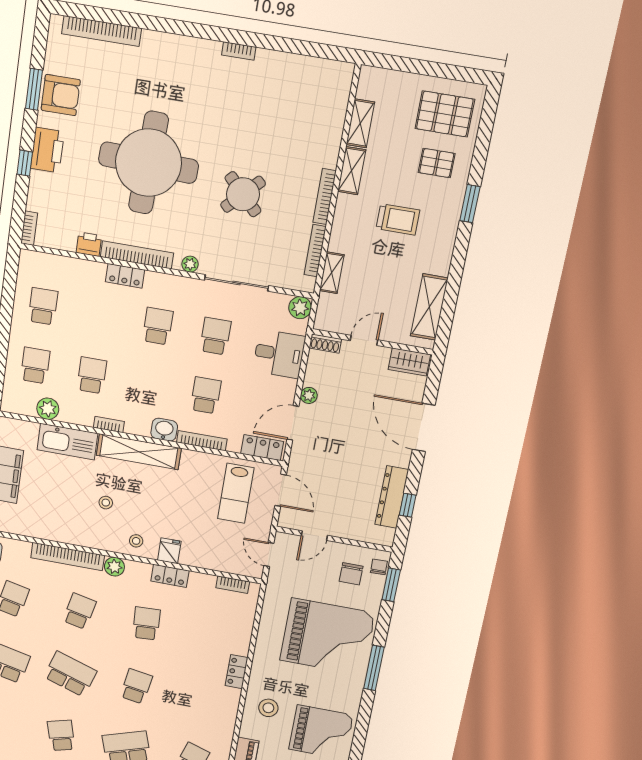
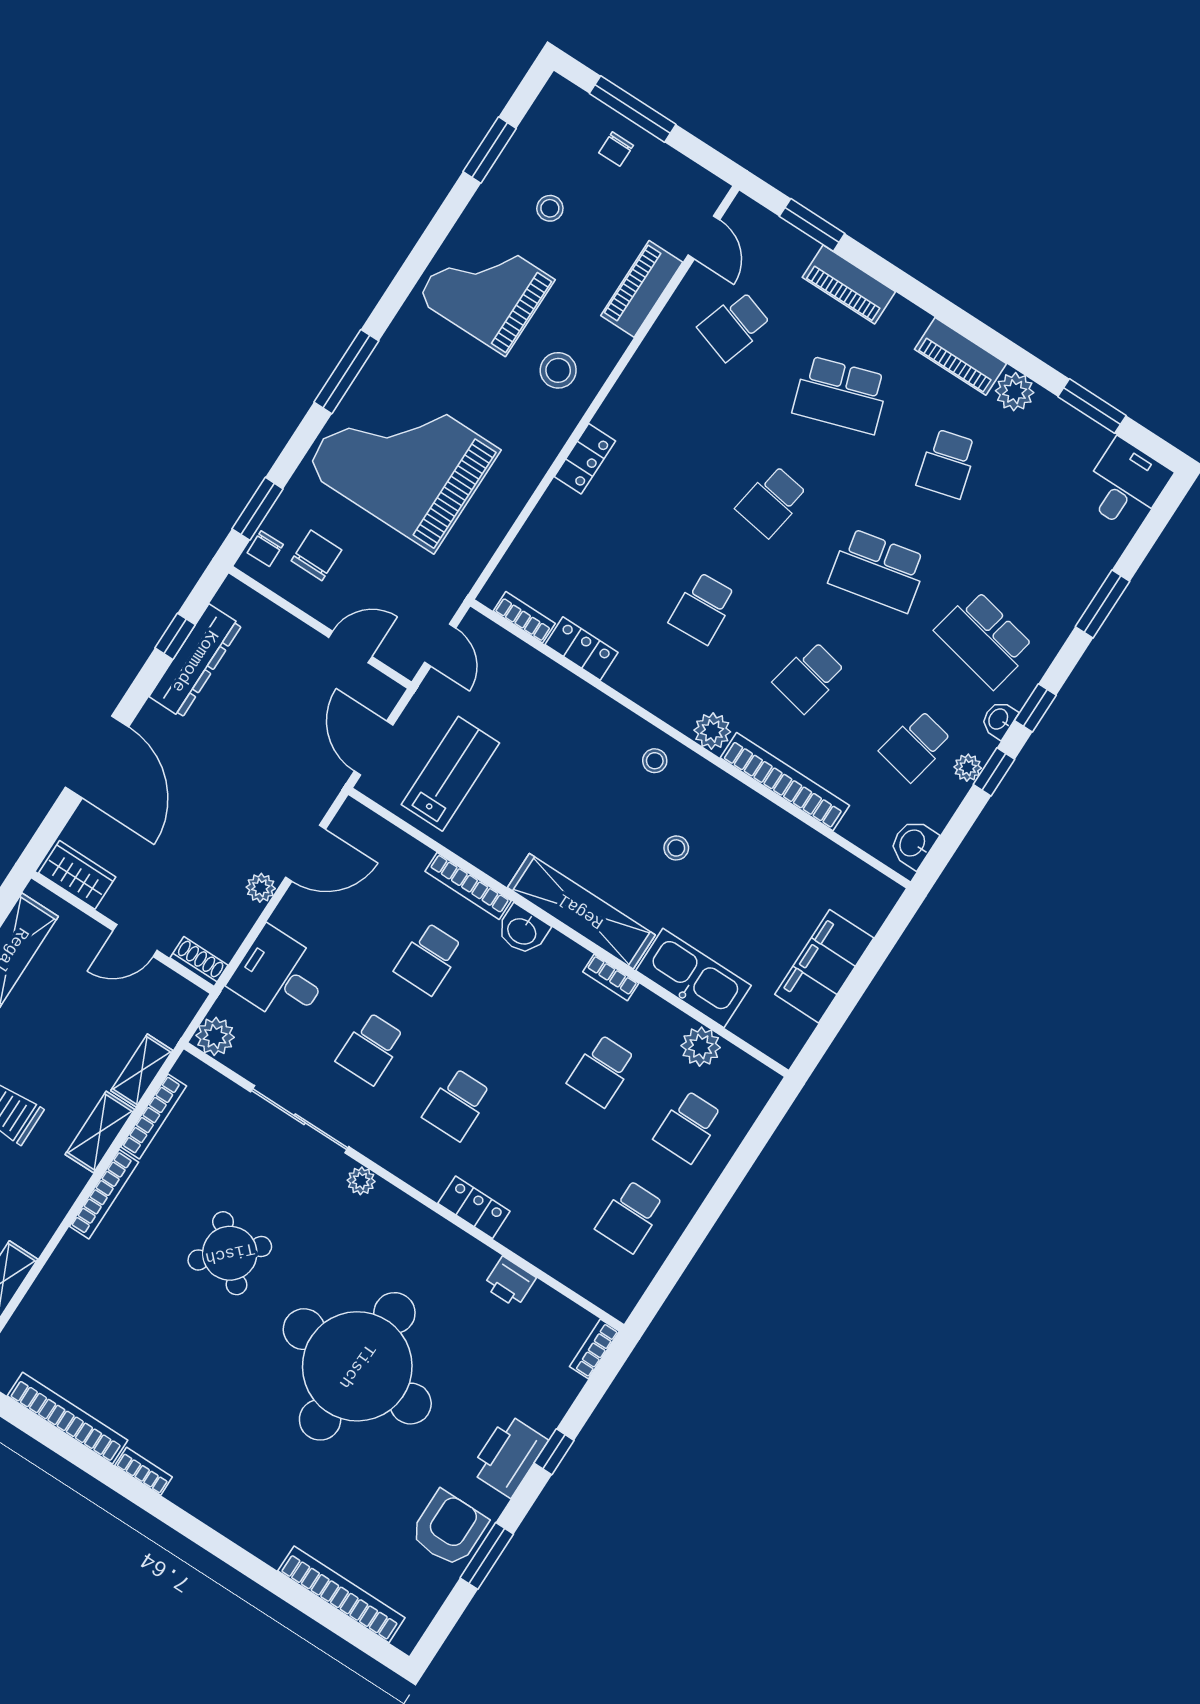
armchair: (61, 95) -> (449, 1529), turned 90
shelving: (352, 171) -> (100, 1132), moved
bookcase: (137, 255) -> (67, 1418), moved, turned 180
locker: (262, 448) -> (373, 833), removed
fridge: (169, 551) -> (606, 720), removed
locker: (170, 576) -> (582, 649), moved
school desk: (70, 674) -> (878, 570), turned -30

